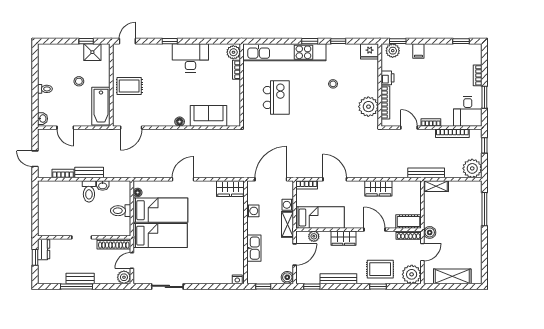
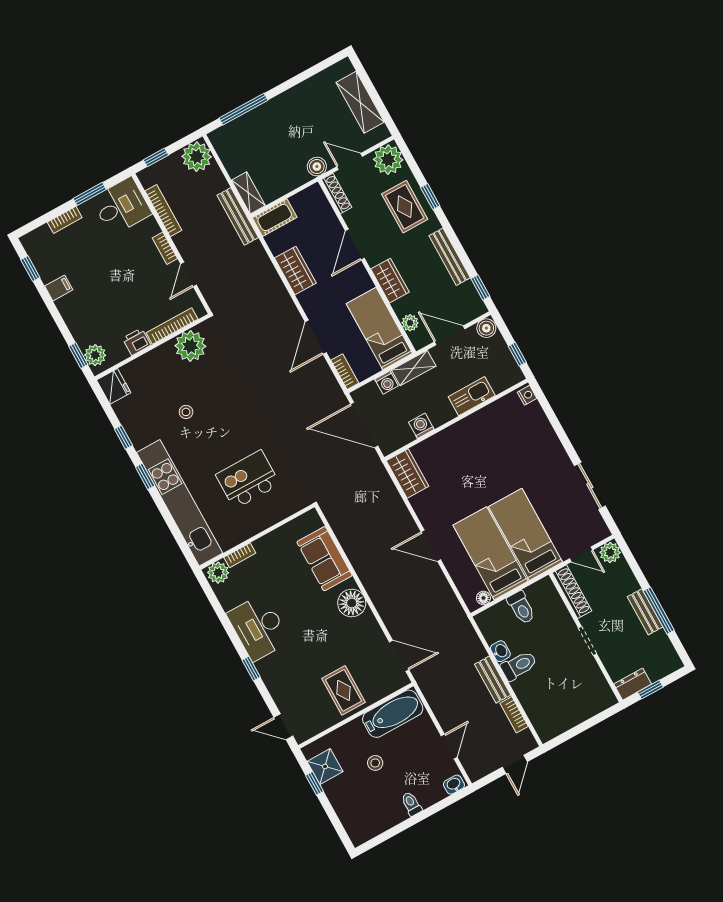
filing cabinet: (418, 51) -> (59, 288), moved
floor lamp: (180, 122) -> (352, 603), width x1.89, depth x1.89
cot: (408, 221) -> (275, 218), moved, turned 90

